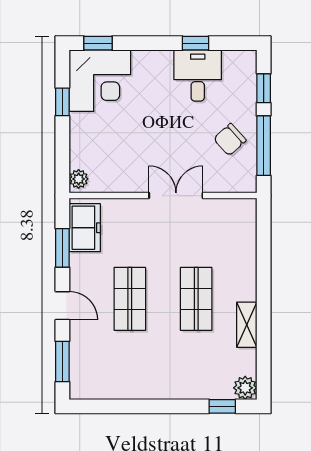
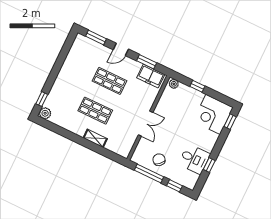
window: (62, 102) -> (197, 86), moved
shelving: (247, 325) -> (95, 138), moved

